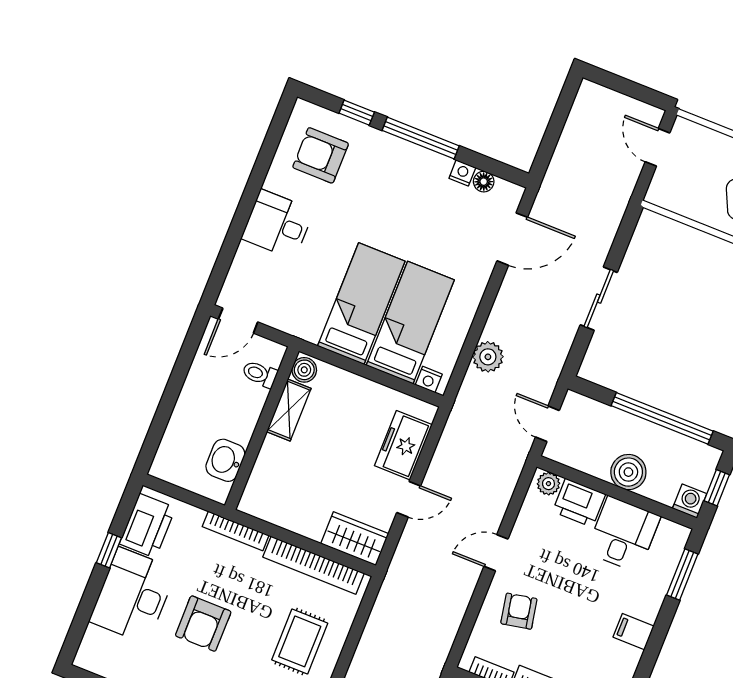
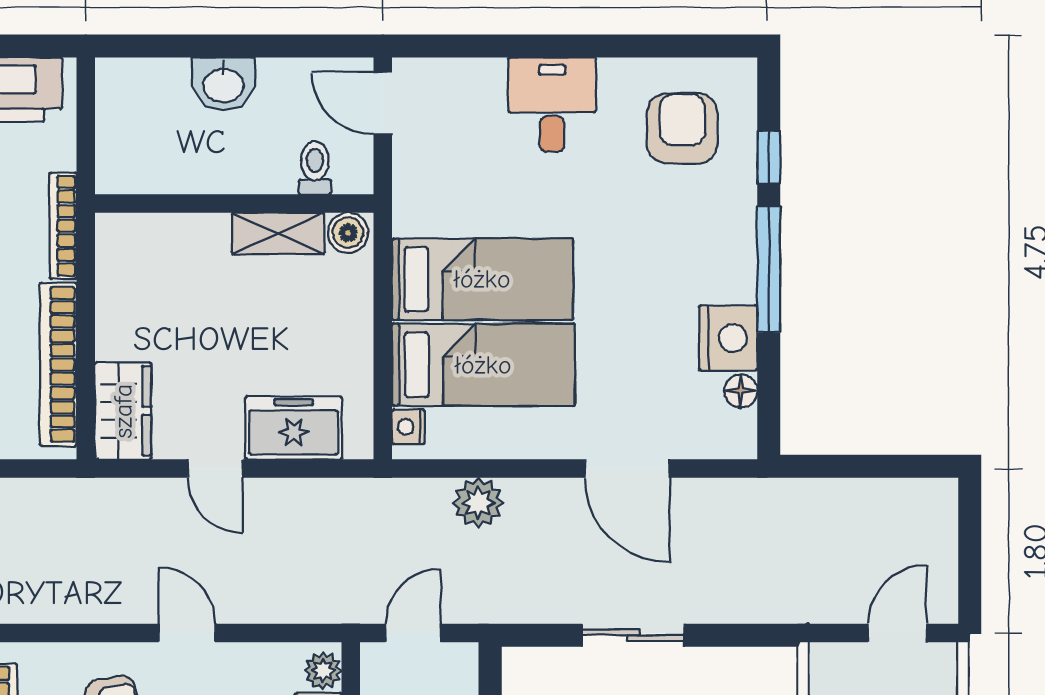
nightstand: (462, 173) -> (728, 338), width x1.89, depth x1.79
door: (512, 239) -> (627, 469), moved
washbasin: (225, 460) -> (223, 84), moved, turned 180

